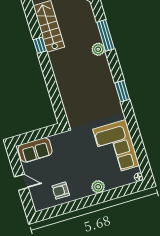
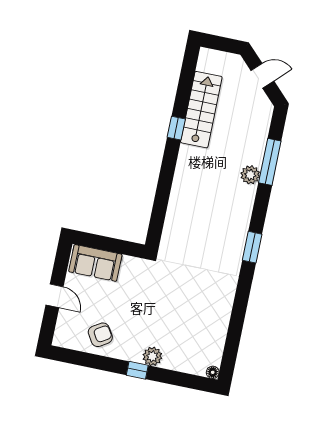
corner sofa: (116, 147) -> (204, 317), removed
armchair: (61, 191) -> (100, 335), turned 148
window: (94, 200) -> (137, 370), added

